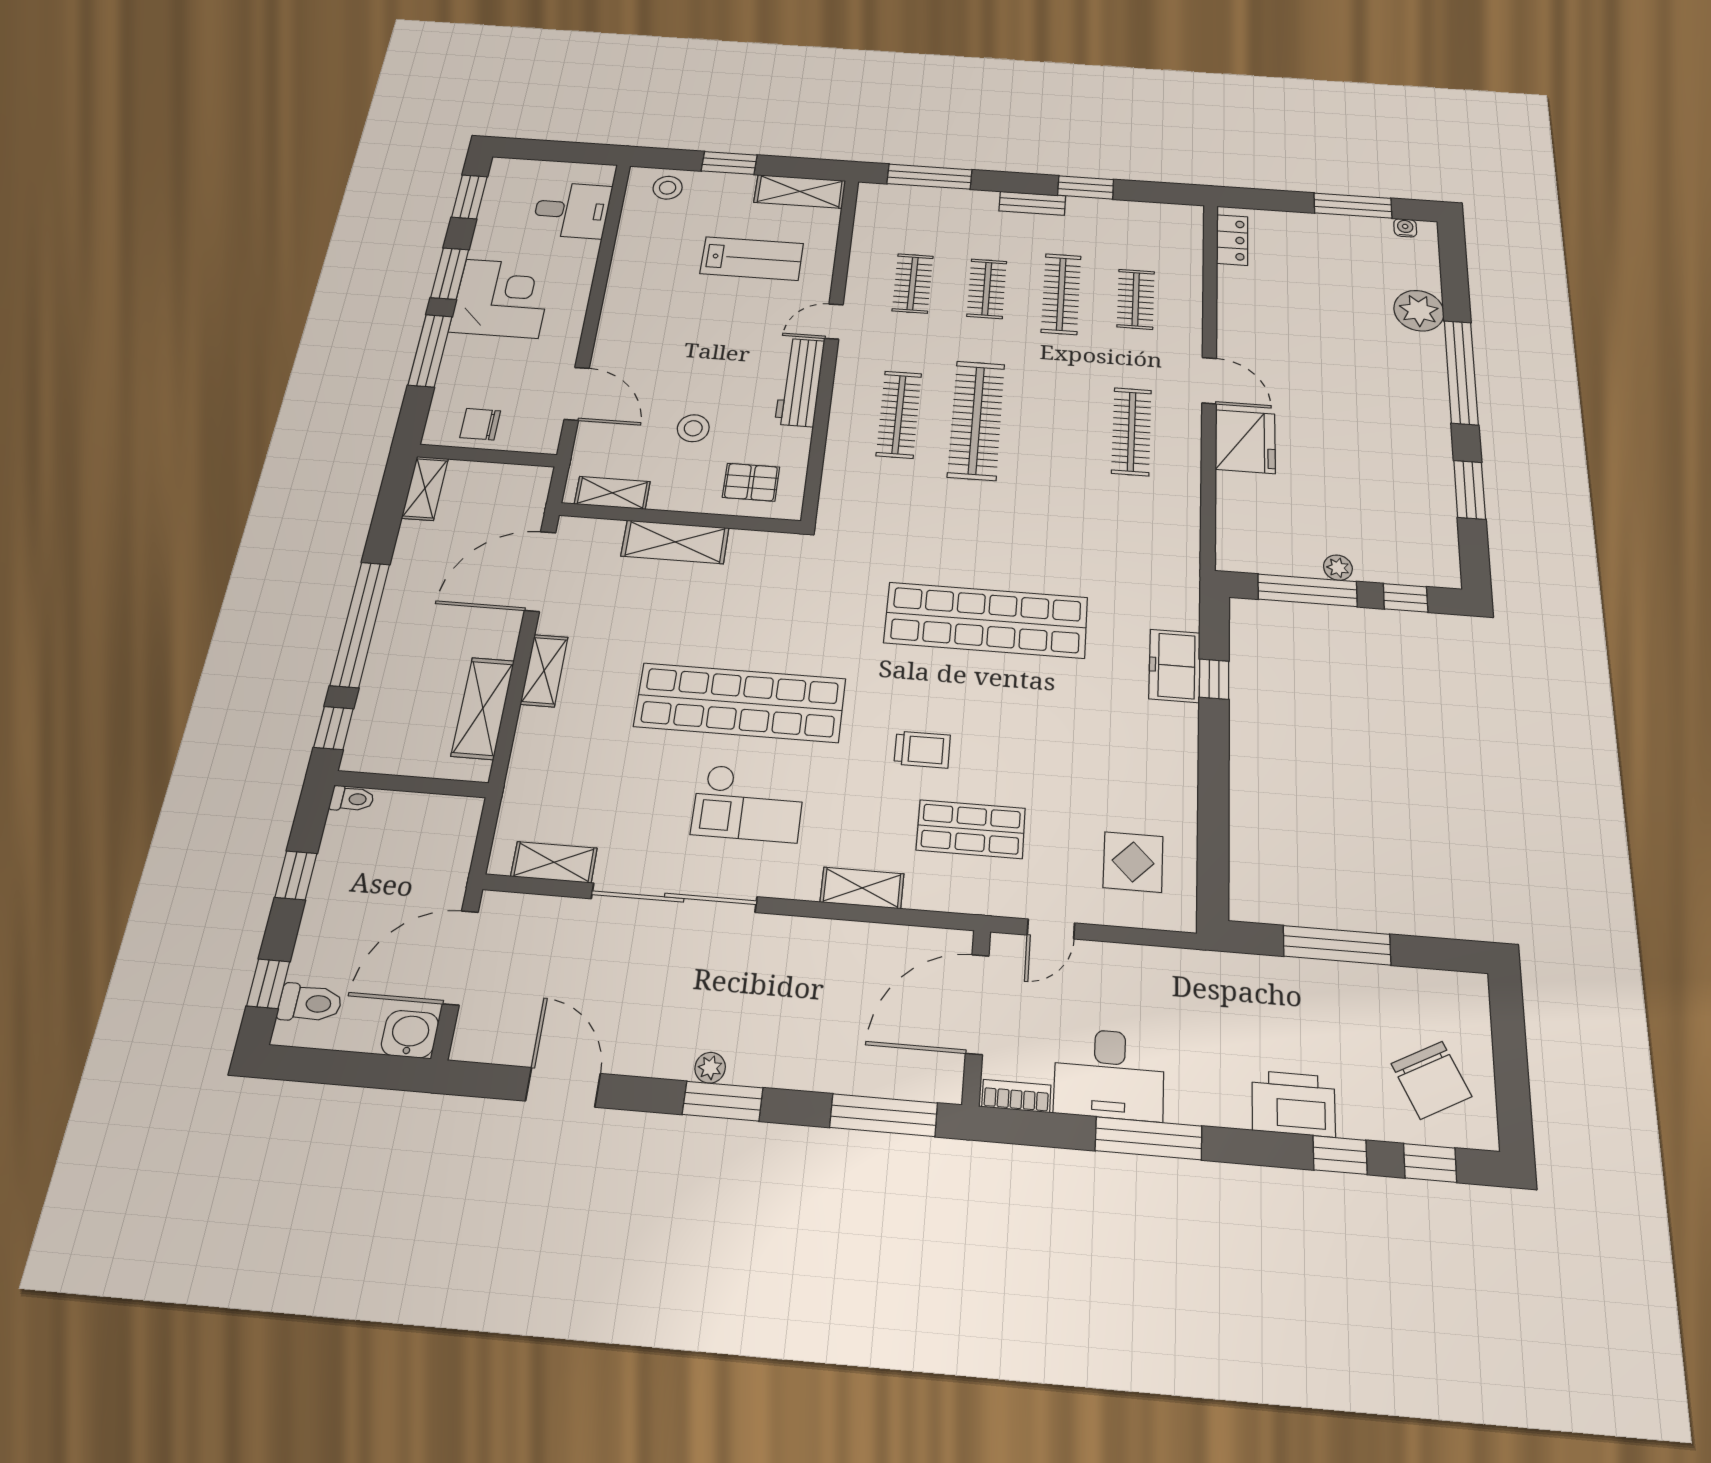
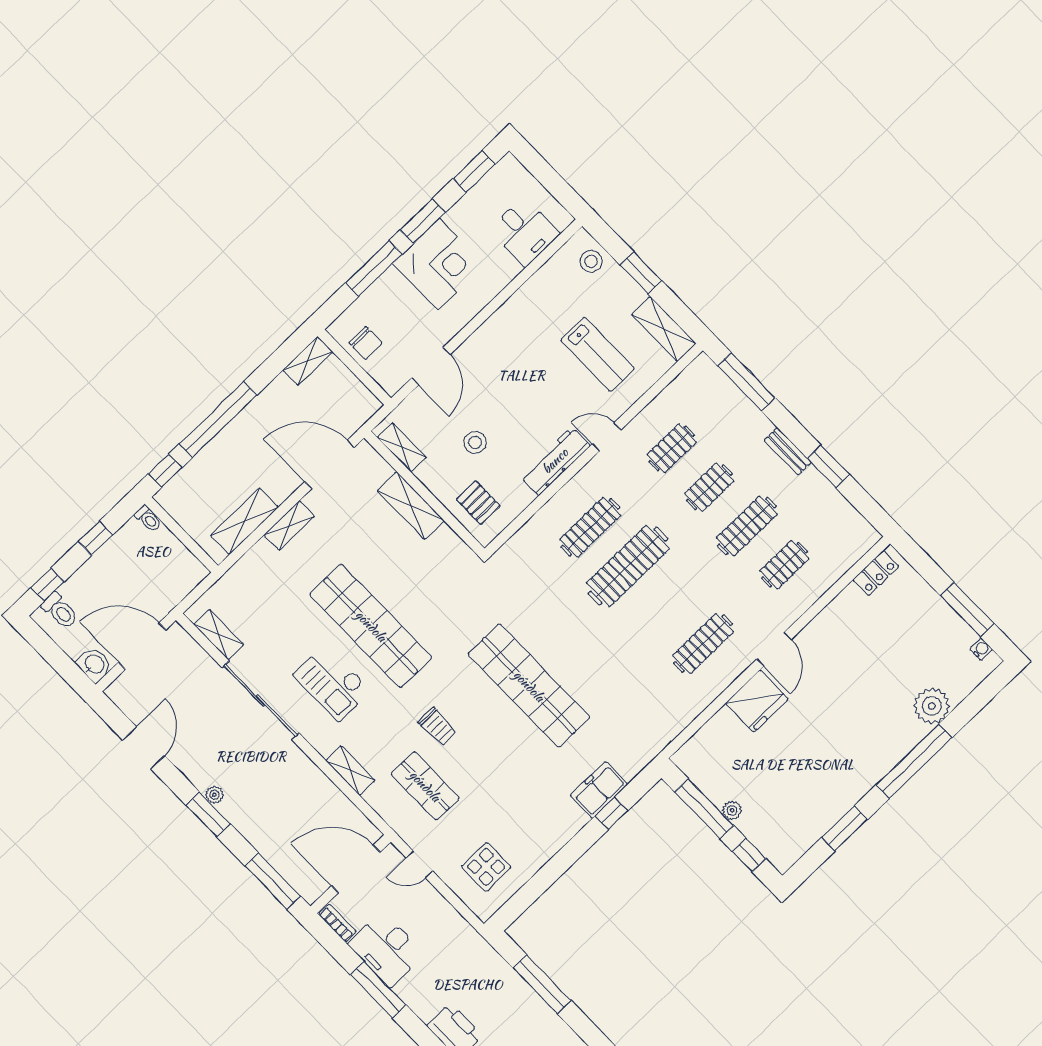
chair: (480, 424) -> (366, 343), turned 180

